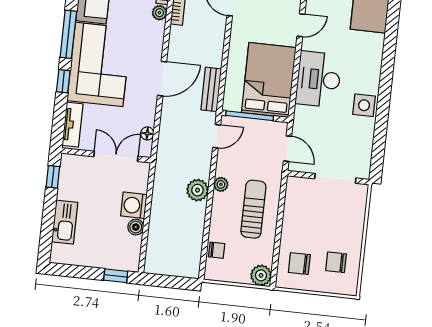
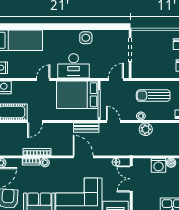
door: (301, 25) -> (43, 79), hinge flipped

